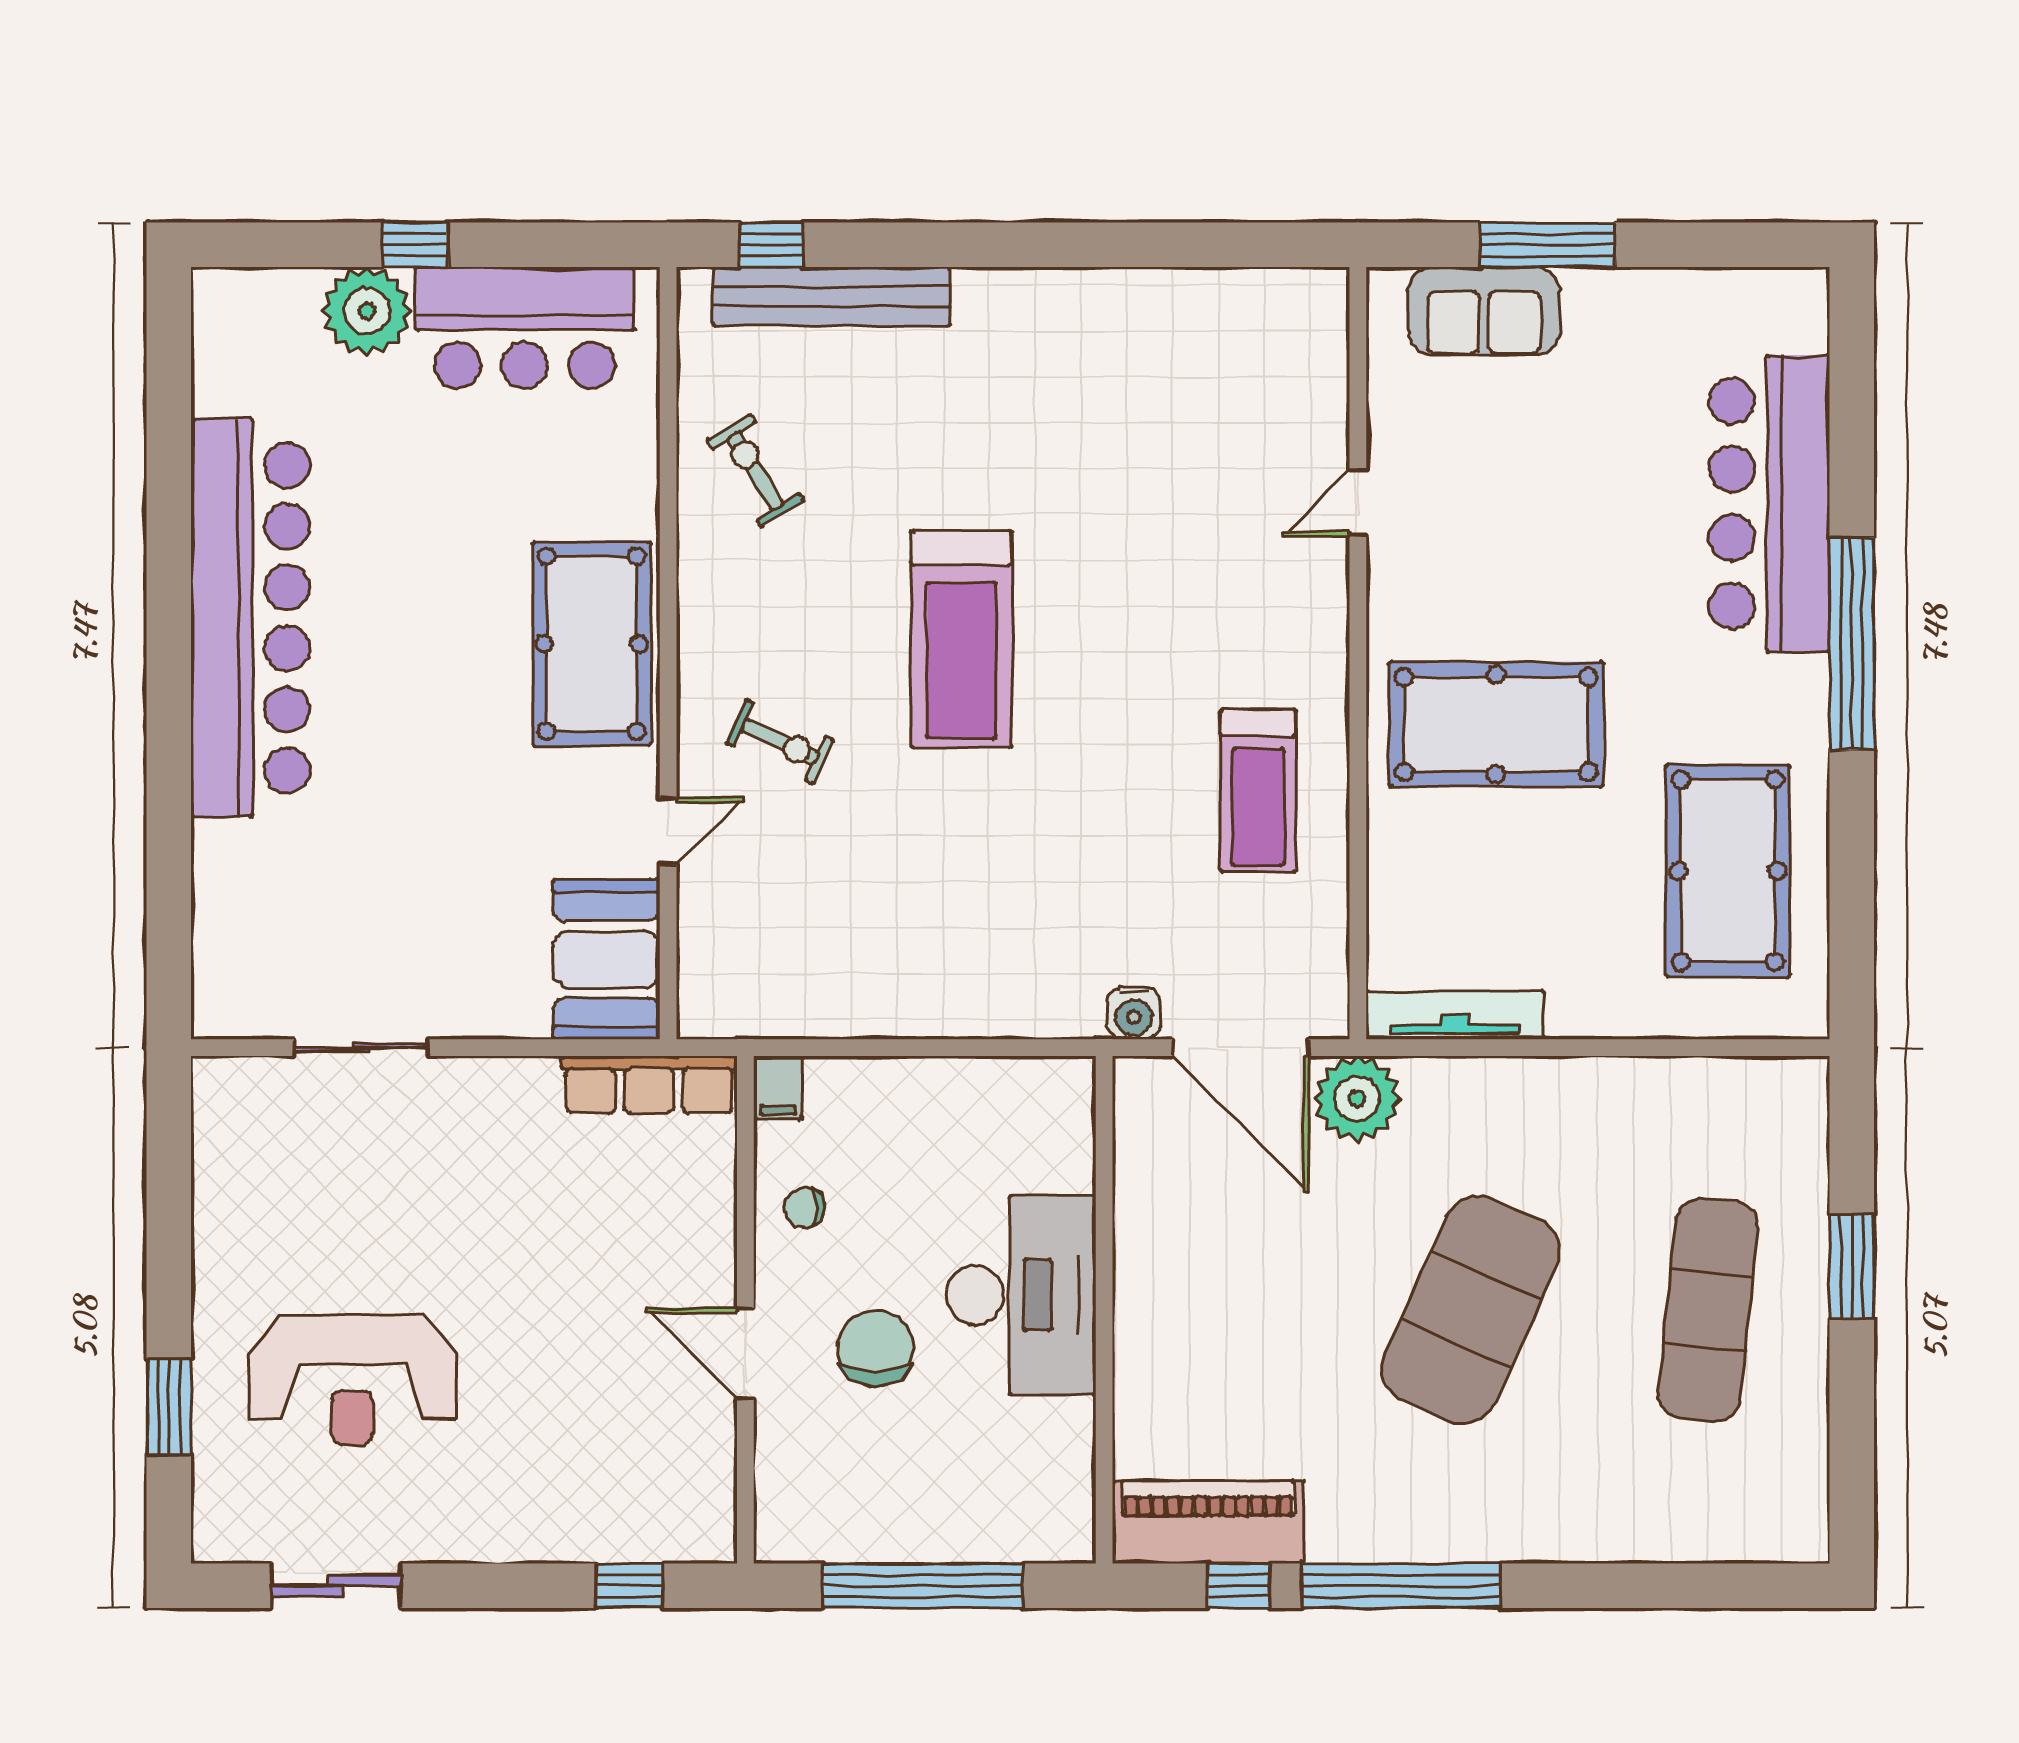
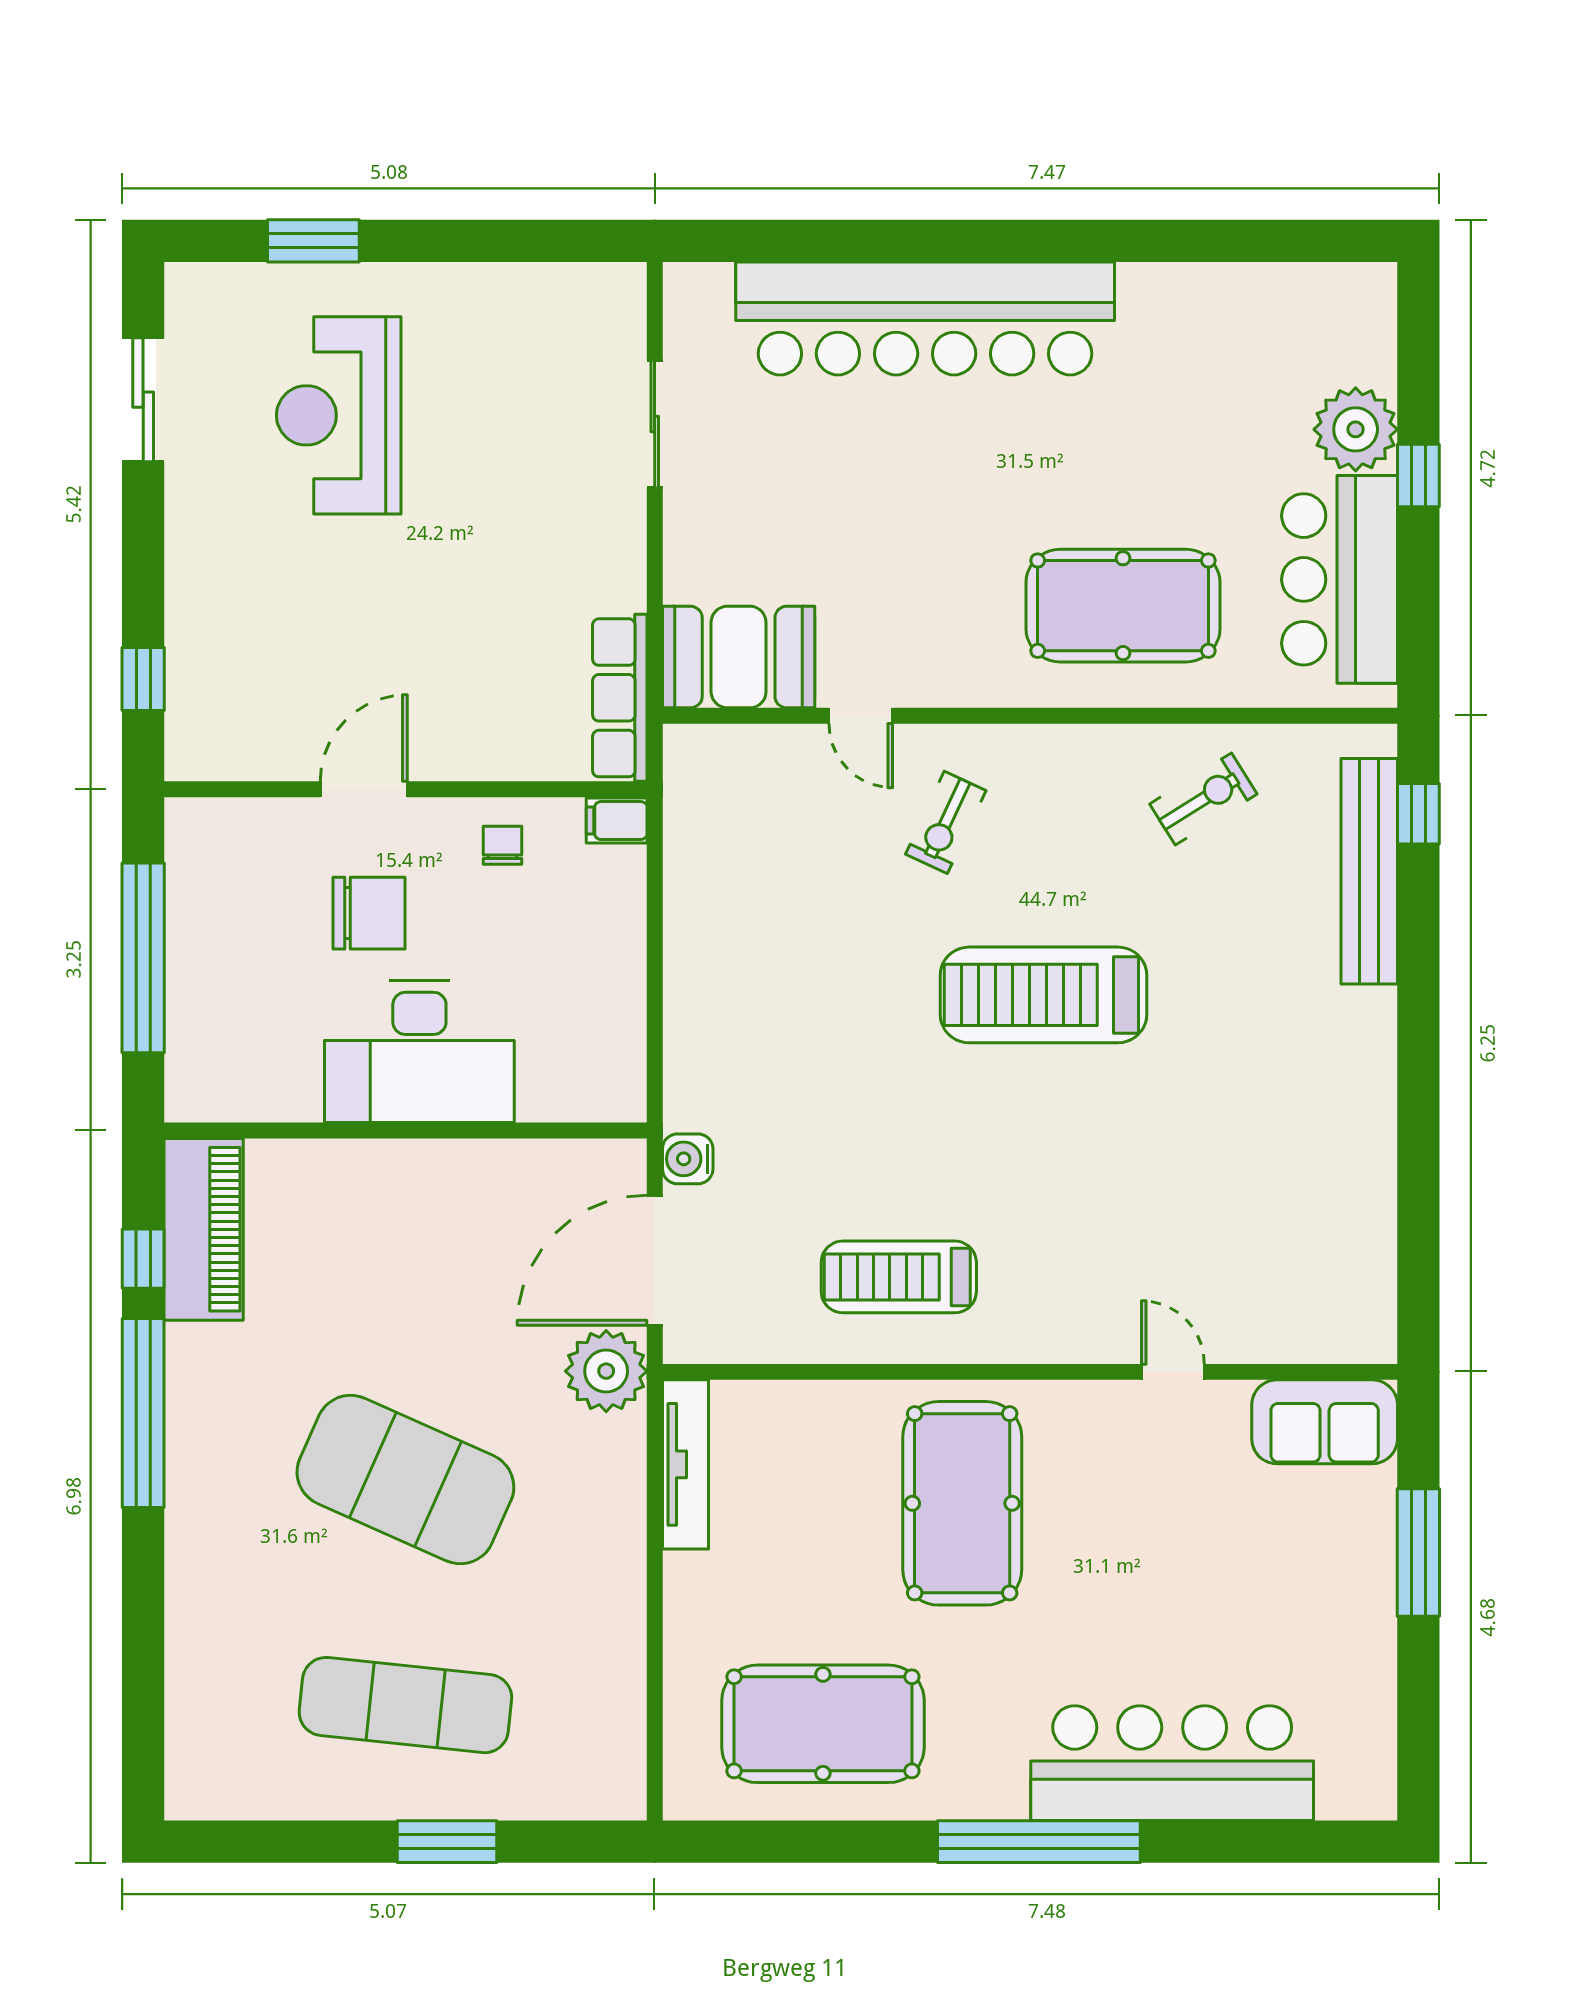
sofa: (1484, 311) -> (1325, 1422), moved, turned -90
bar counter: (250, 618) -> (925, 318), moved
pool table: (592, 644) -> (1123, 606), moved

